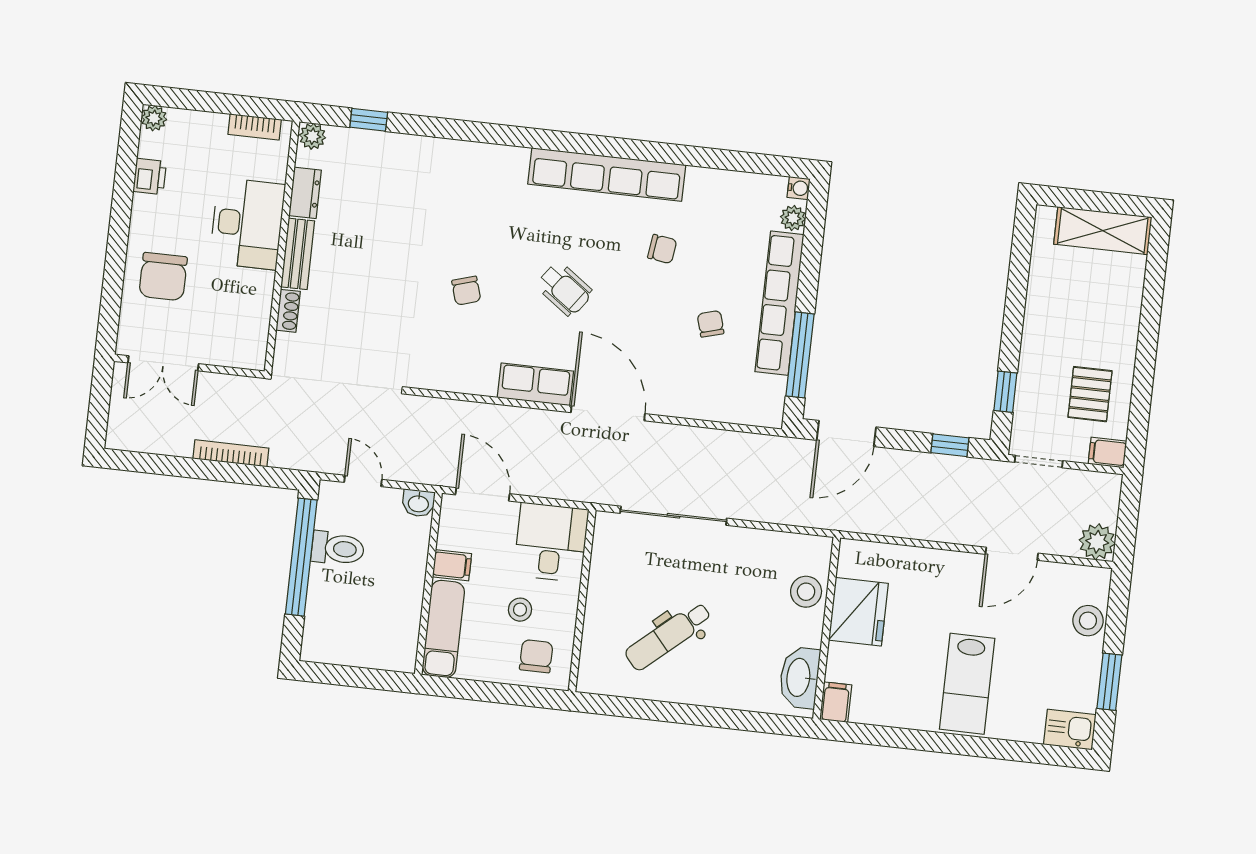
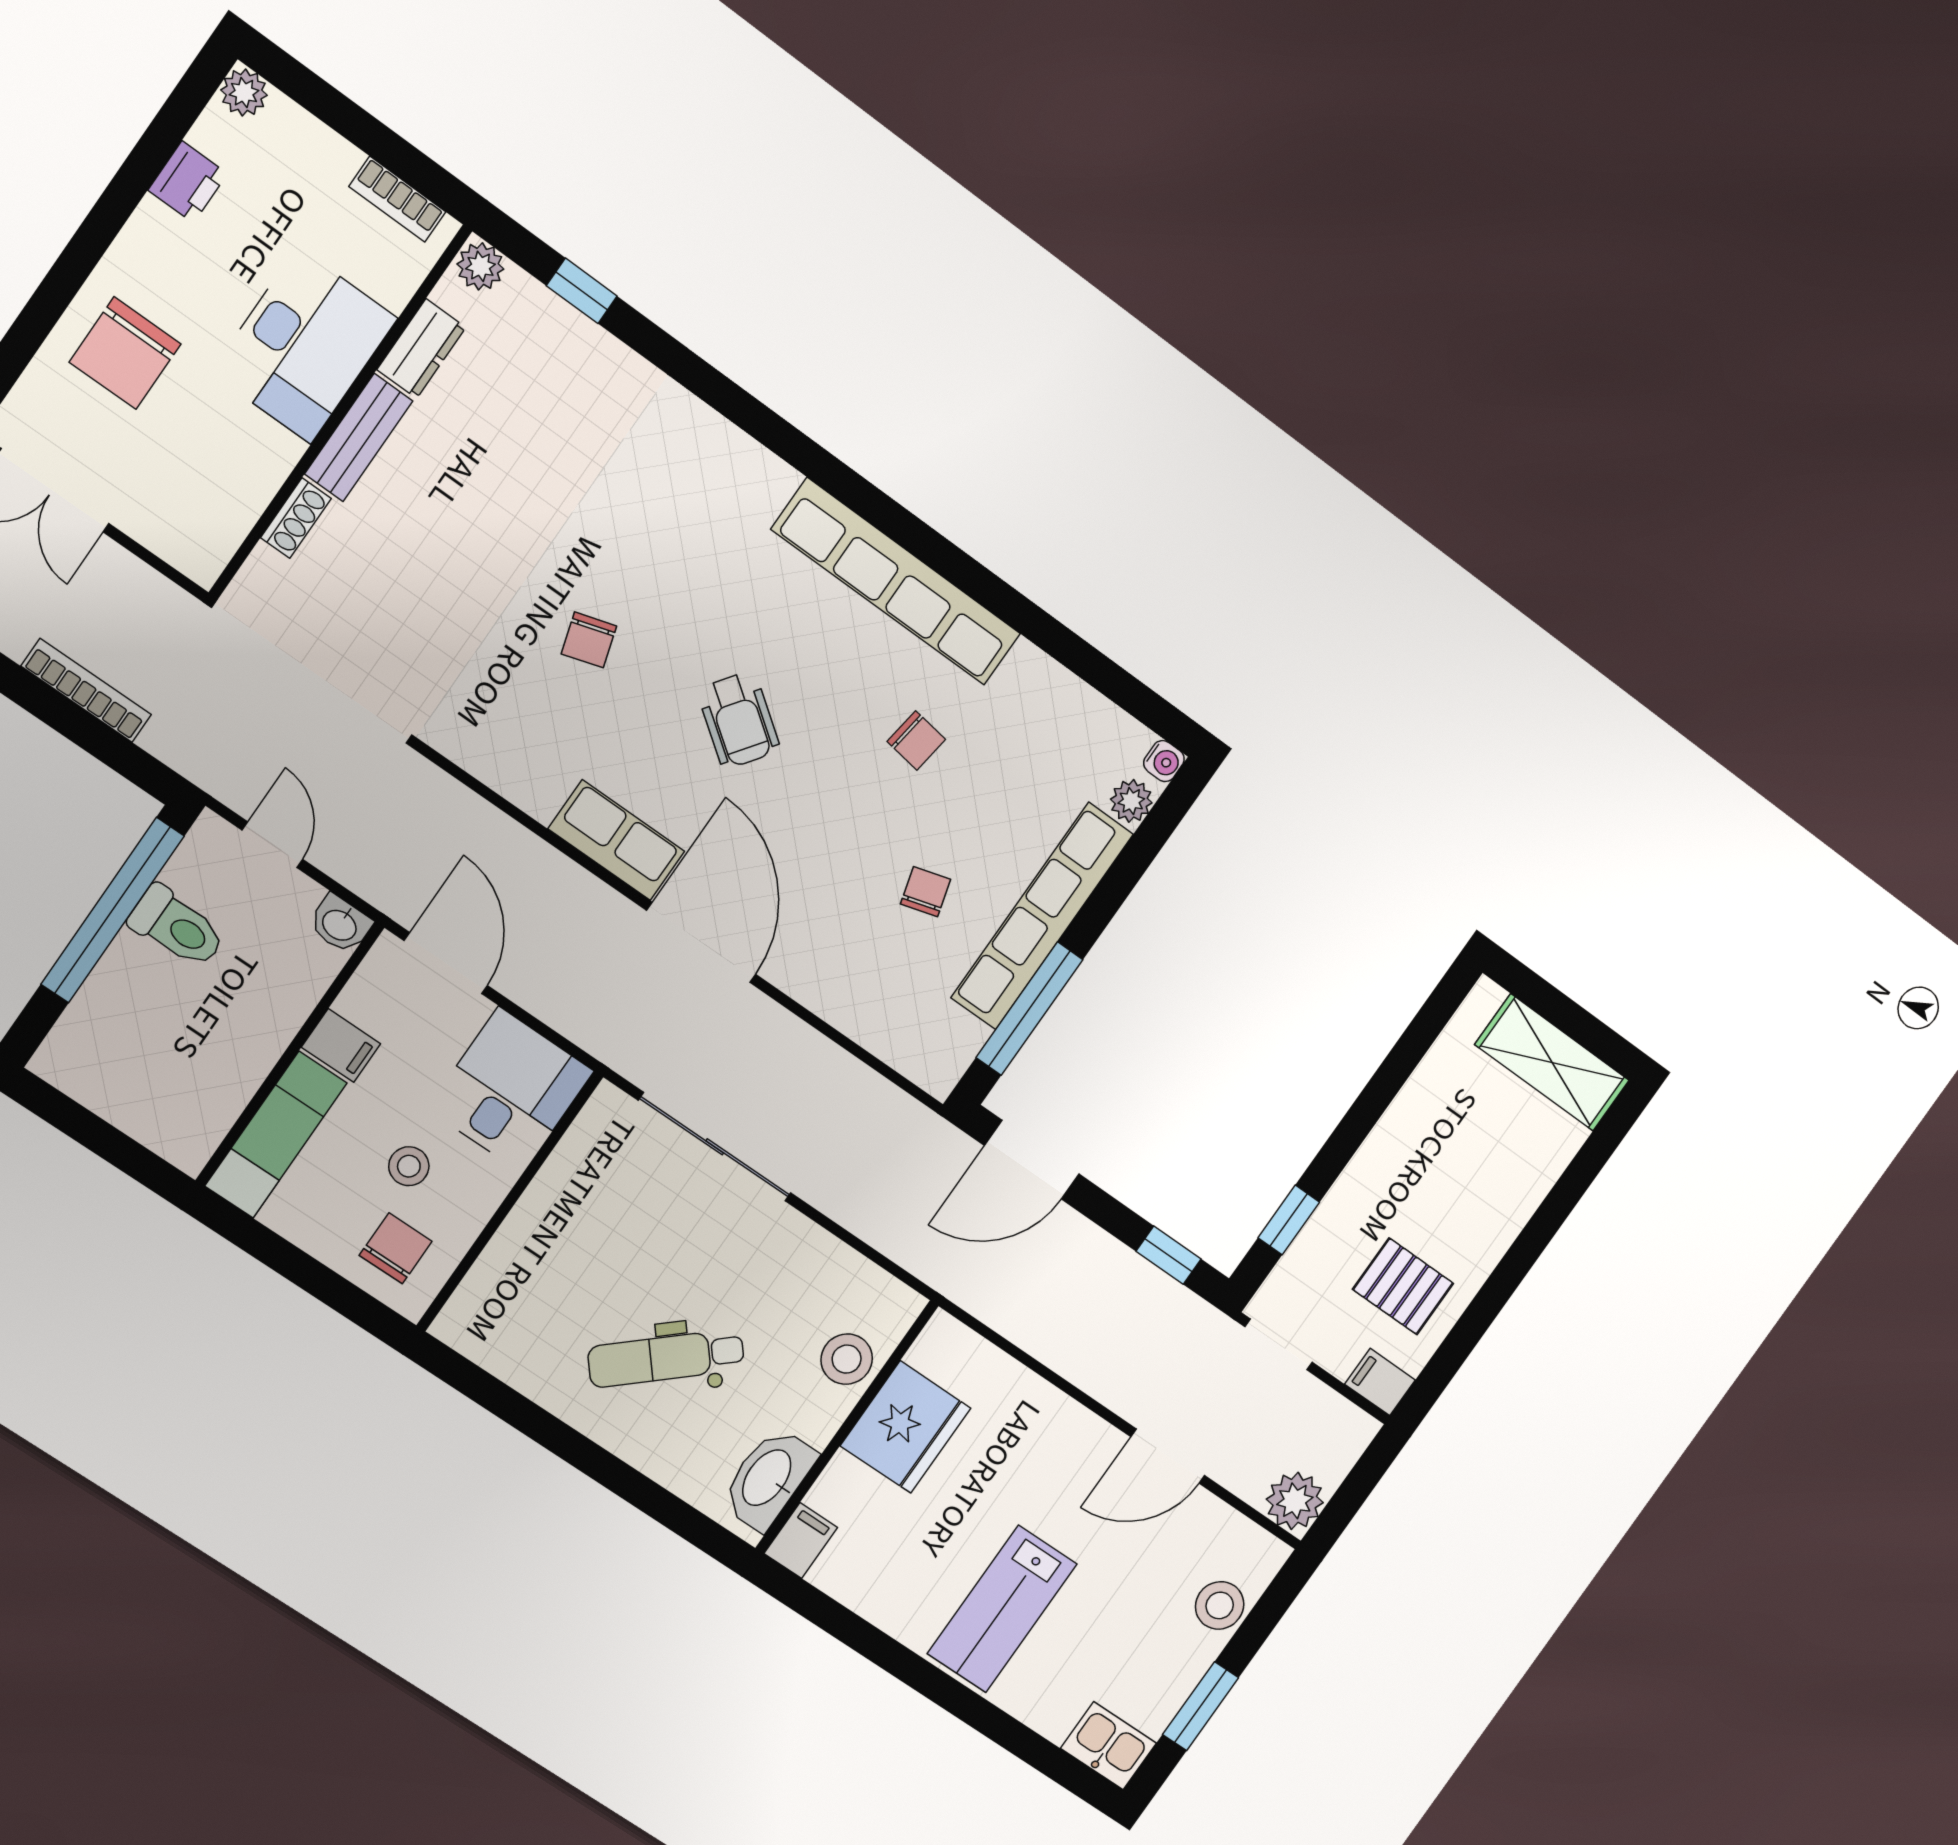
pallet: (1090, 394) -> (1403, 1286), turned 90
dental chair: (668, 636) -> (666, 1358), moved

